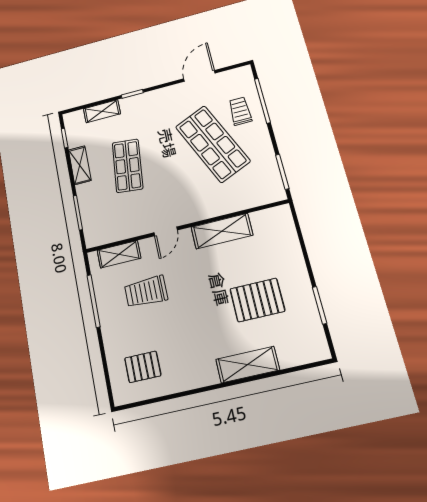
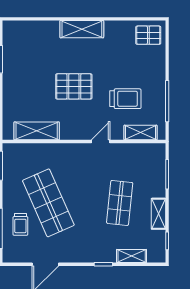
shelving: (222, 231) -> (37, 131), moved
pallet: (257, 300) -> (74, 86), moved
shelving: (248, 365) -> (82, 29), moved
pallet: (143, 367) -> (148, 35), moved

